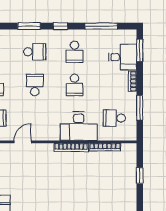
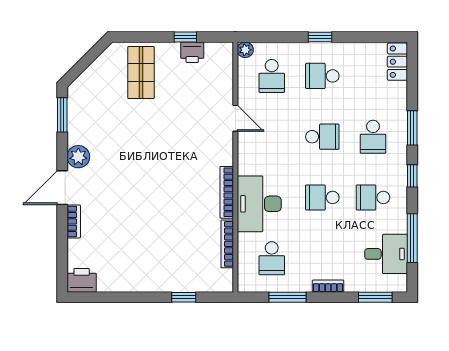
desk: (123, 57) -> (386, 254), moved, turned -90
school desk: (114, 118) -> (272, 258), turned 180

